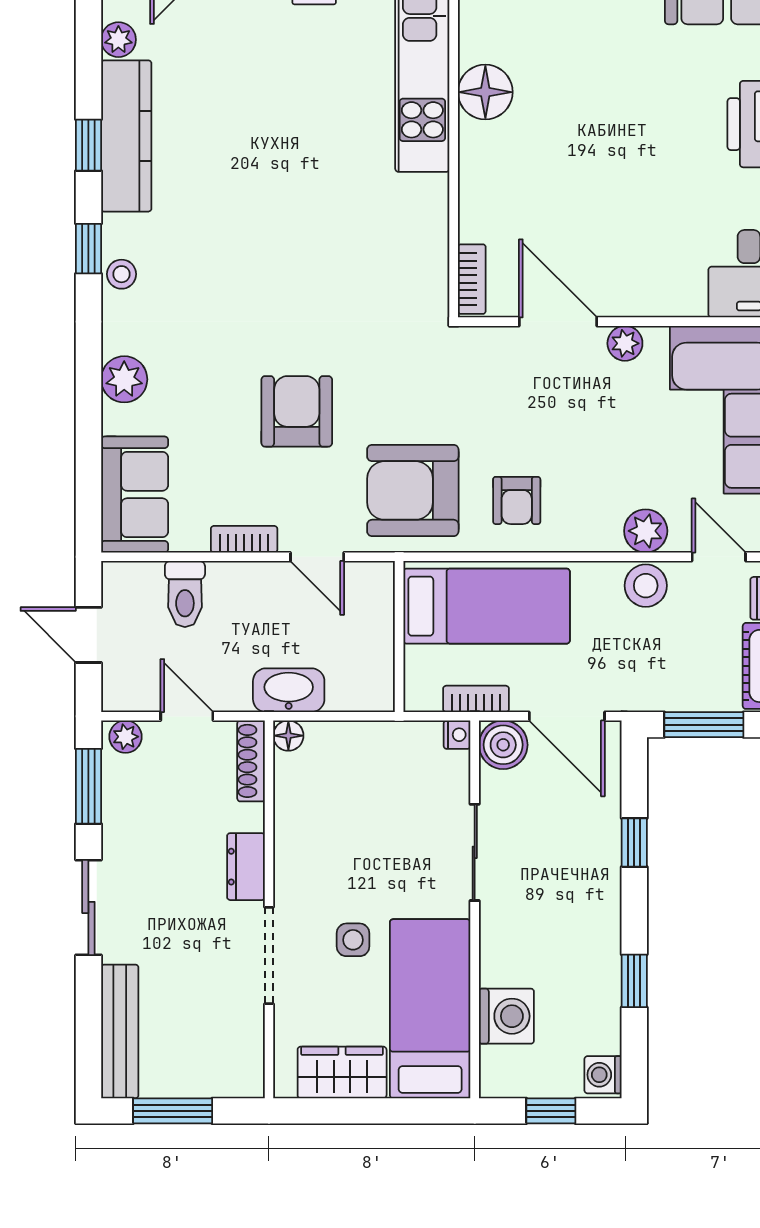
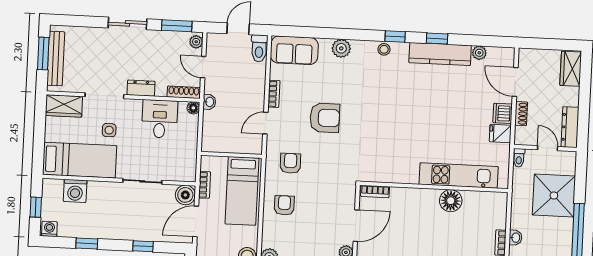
armchair: (413, 490) -> (290, 163), width x0.53, depth x0.53
armchair: (517, 500) -> (284, 205), turned 90
toilet: (185, 594) -> (259, 48), moved, turned -90
washbasin: (289, 690) -> (209, 102), width x0.52, depth x0.69
door: (187, 716) -> (203, 67), swing flipped
nightstand: (457, 735) -> (190, 176), removed
desk: (319, 817) -> (160, 119), added
bench: (120, 1031) -> (56, 59), moved, turned 90
wardrobe: (342, 1072) -> (64, 106), moved, turned 90

